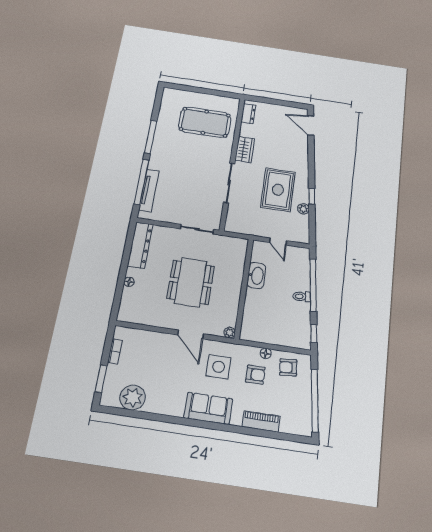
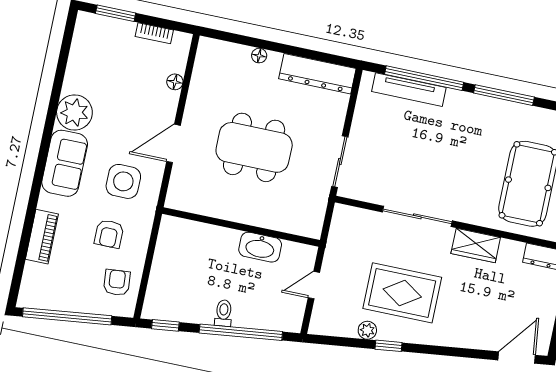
plant: (230, 333) -> (173, 201), removed
floor lamp: (266, 353) -> (175, 82), moved
plant: (133, 398) -> (74, 113), moved

